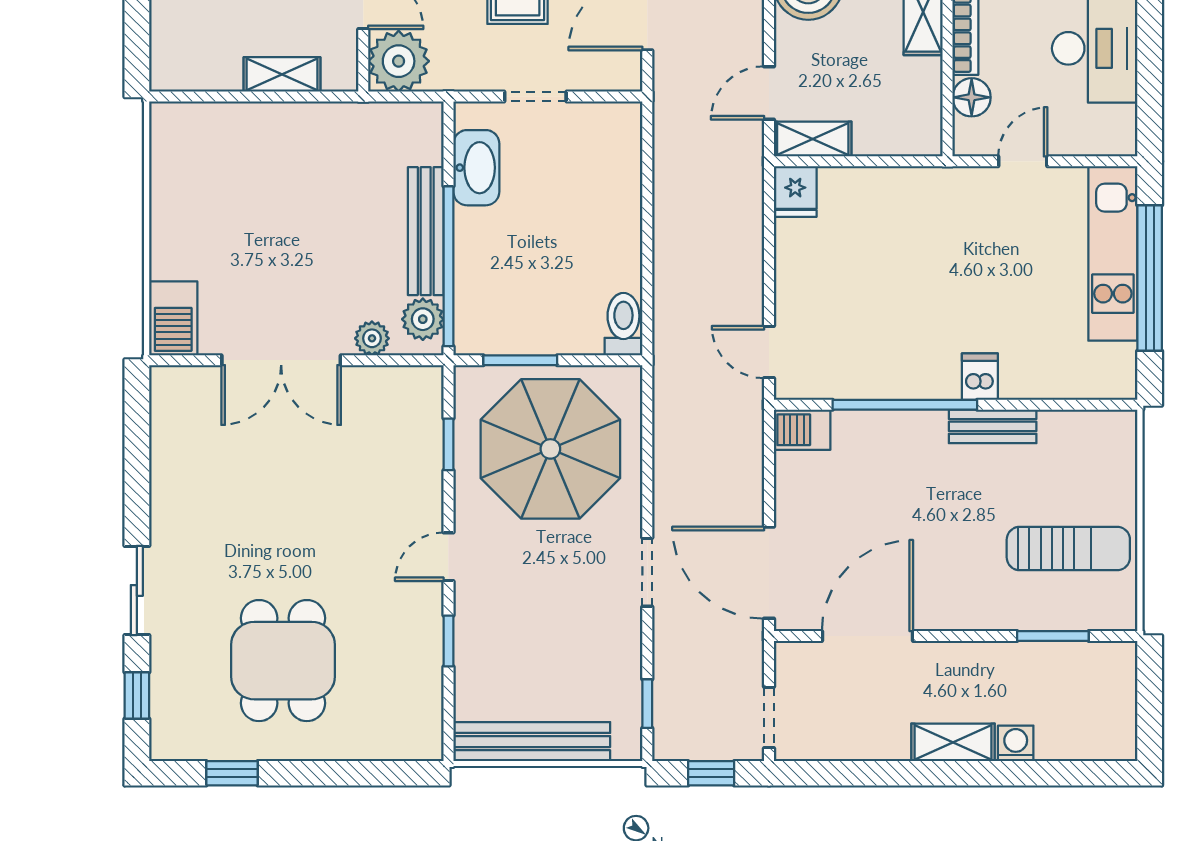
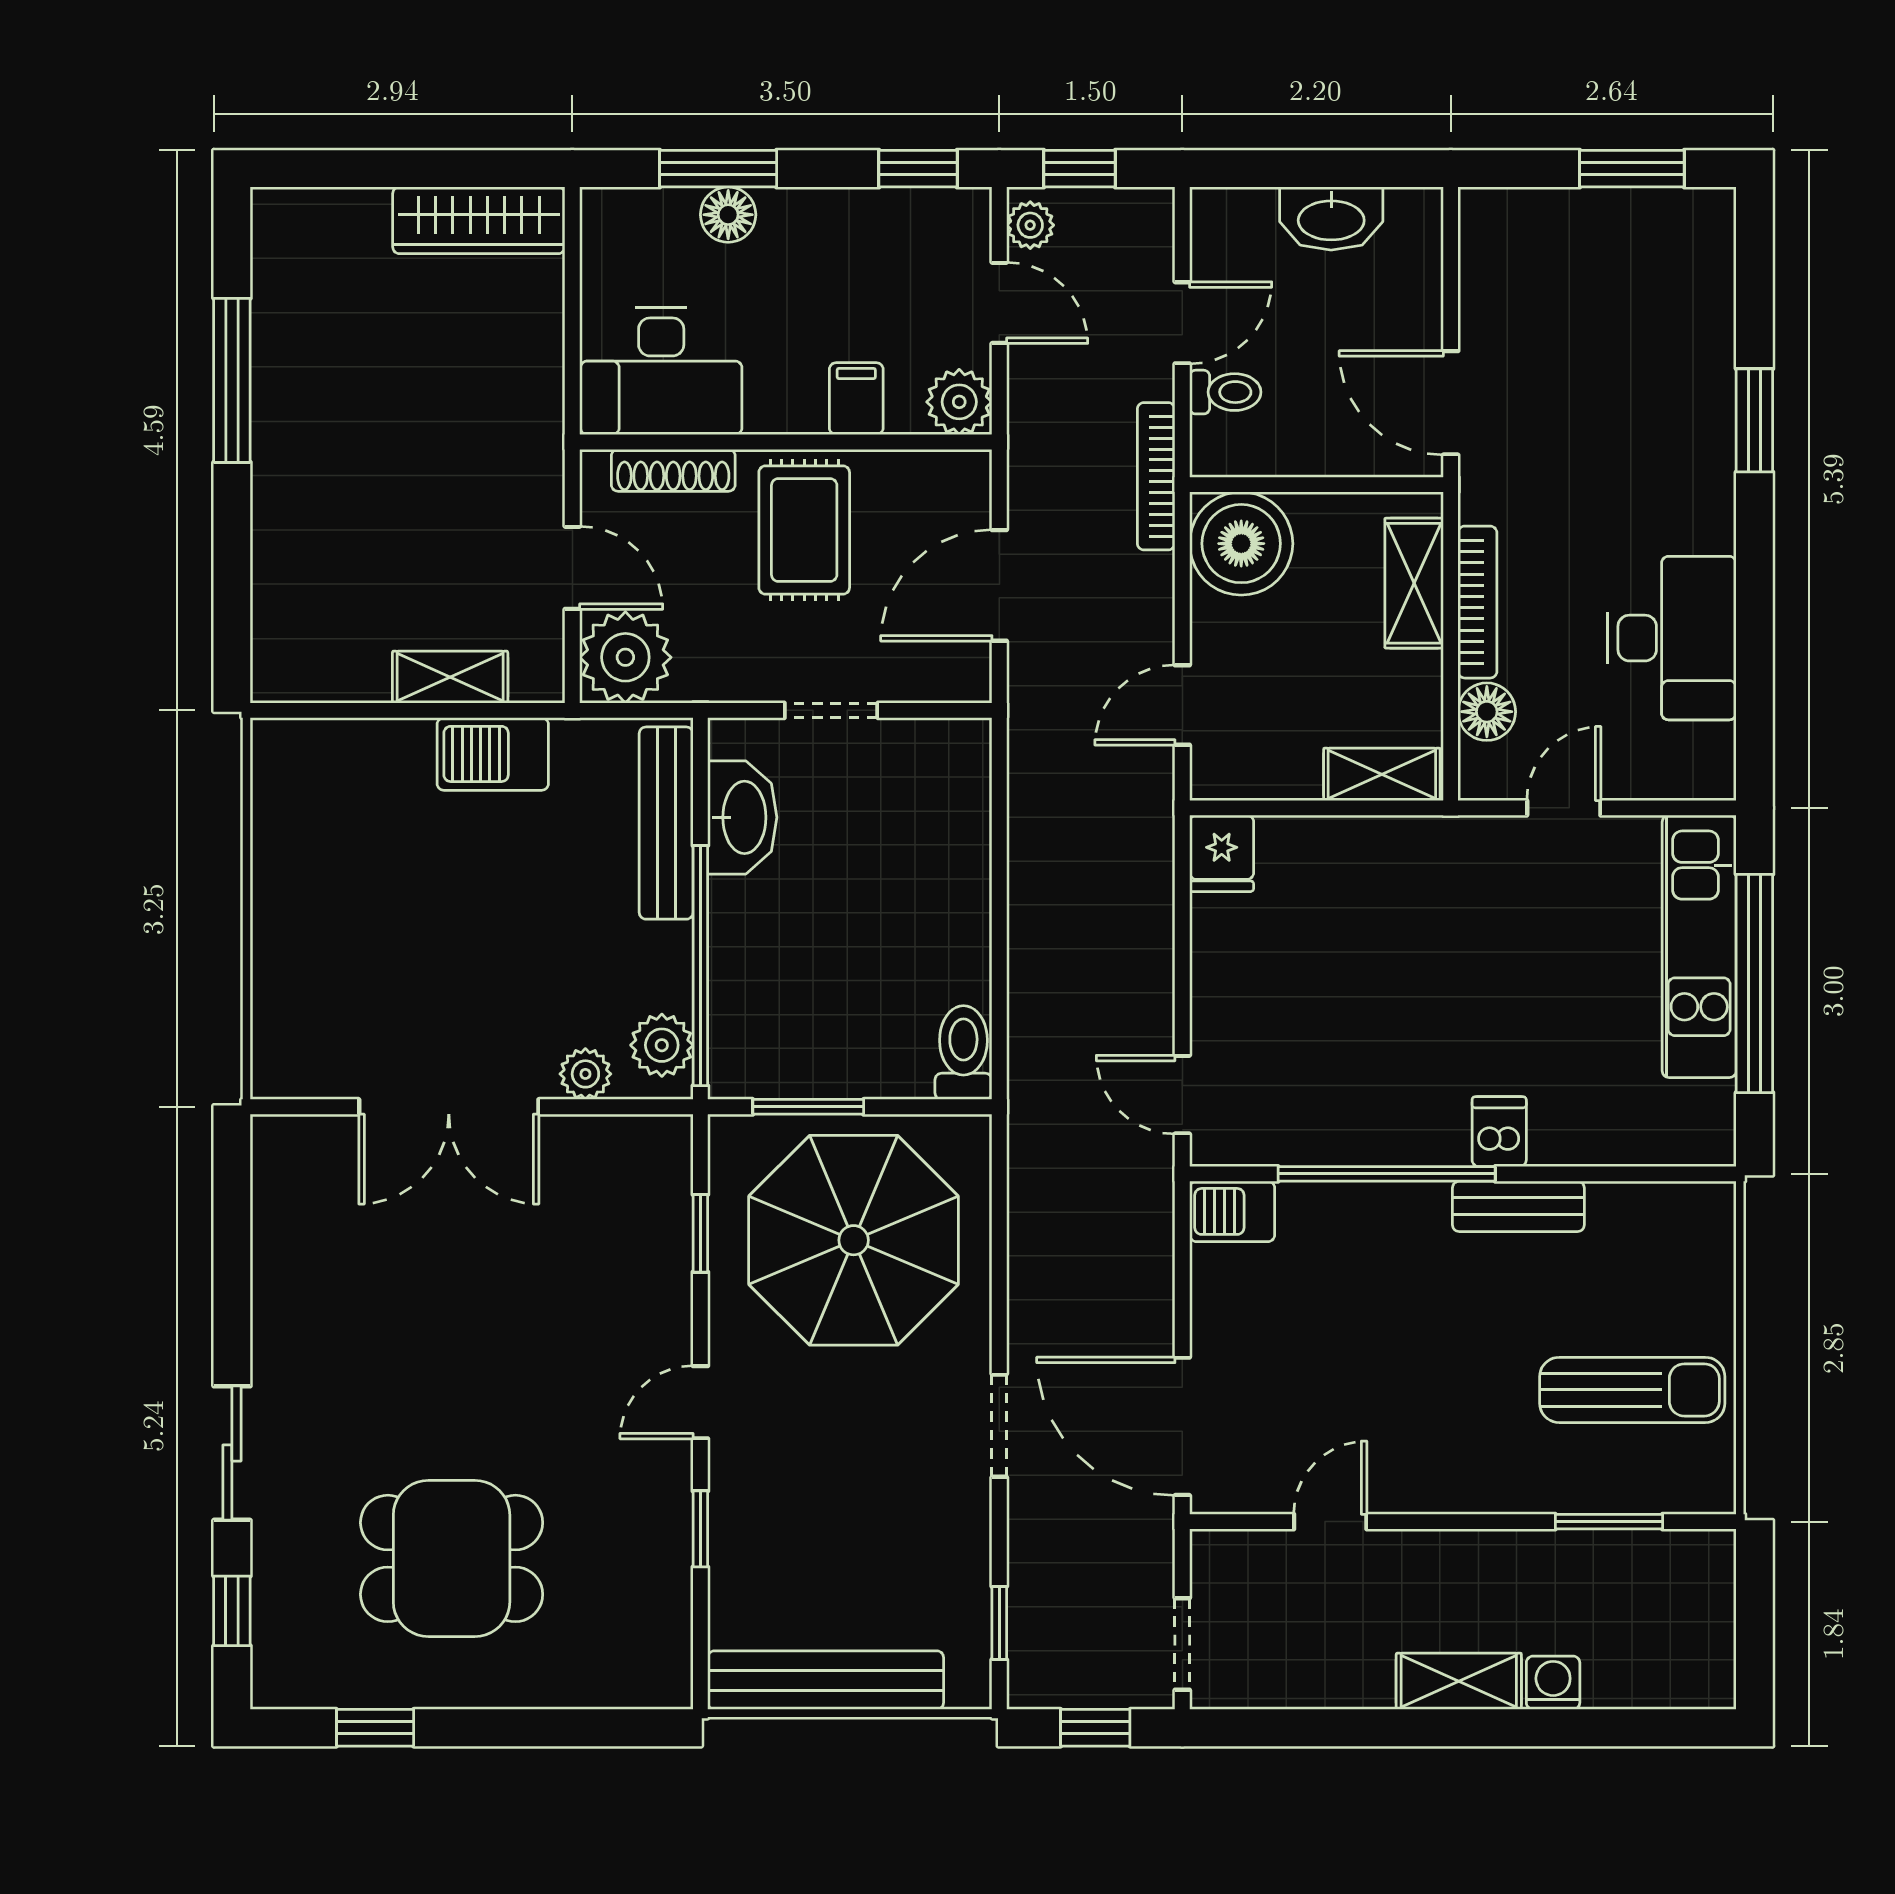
shelving: (813, 139) -> (1382, 774), moved
bench: (426, 231) -> (666, 823), moved
barbecue: (173, 318) -> (493, 754), moved, turned 90
door: (867, 636) -> (1330, 1522), width x0.53
dining table: (283, 661) -> (452, 1558), turned 90

